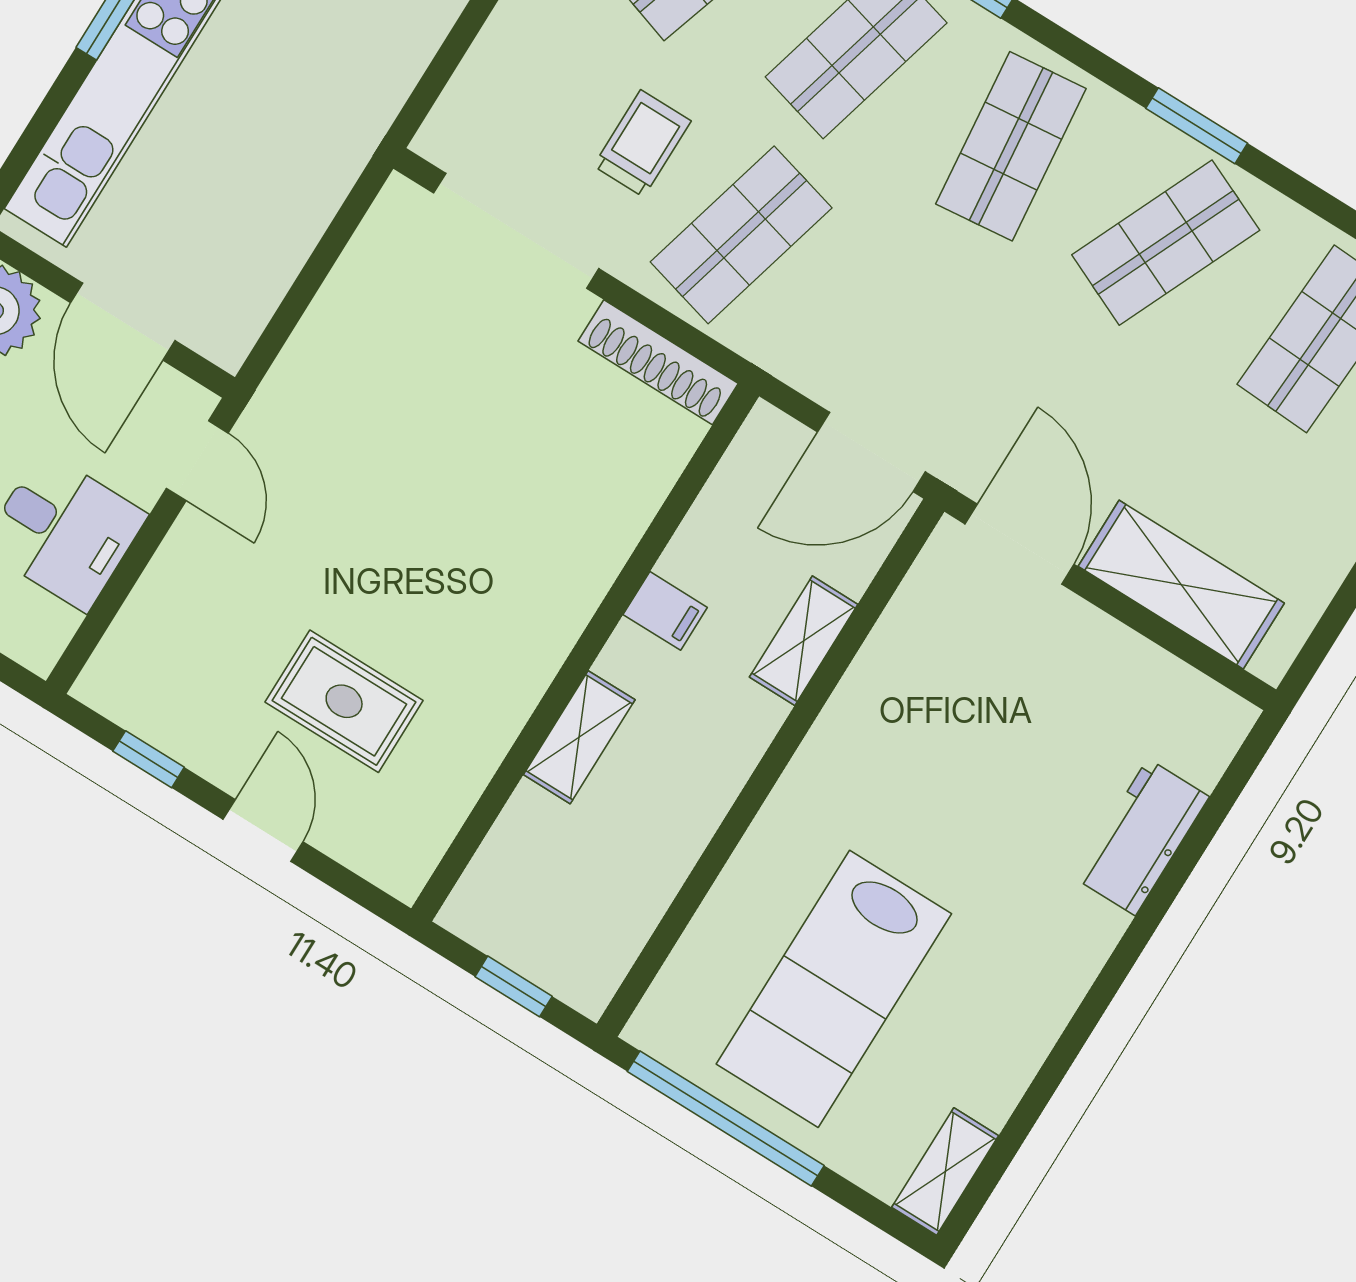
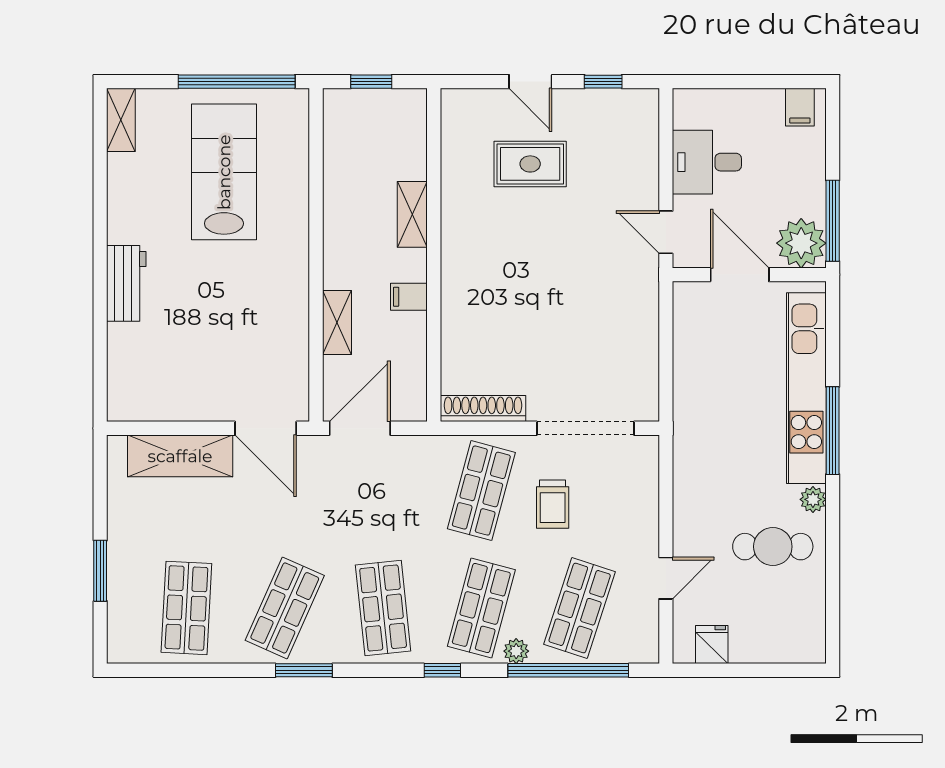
workbench: (1142, 837) -> (126, 283), moved

